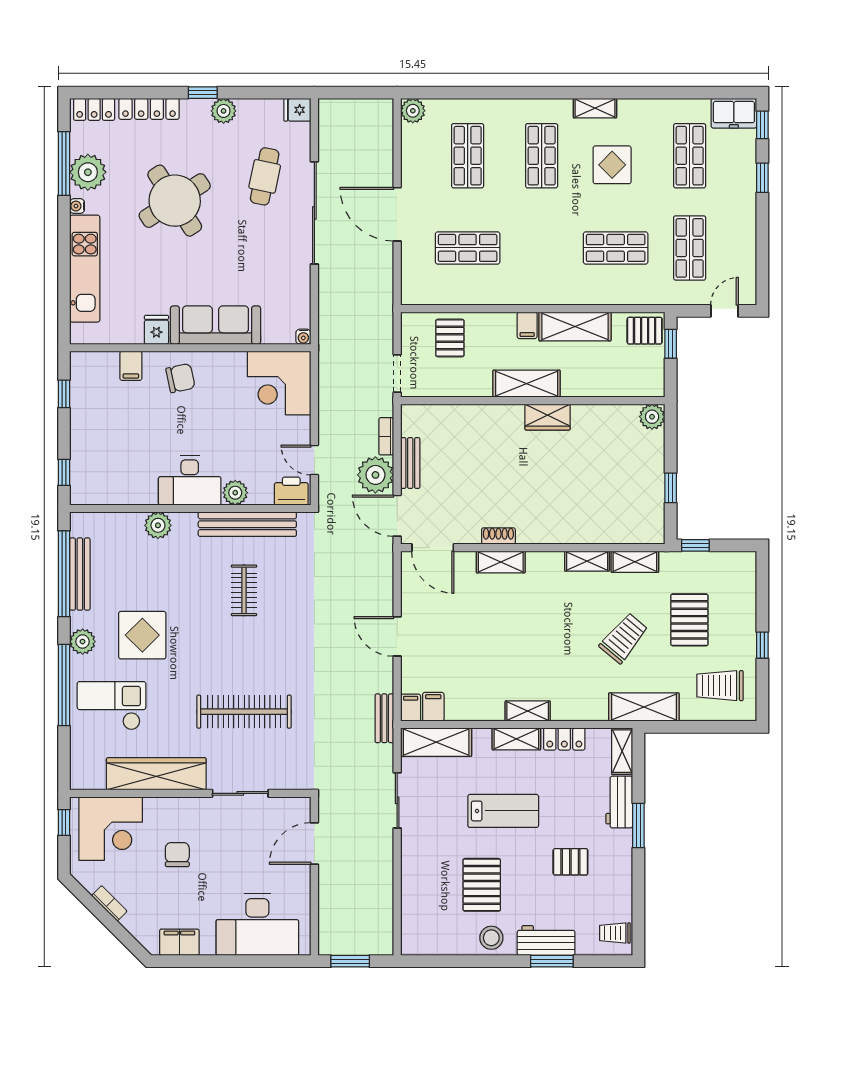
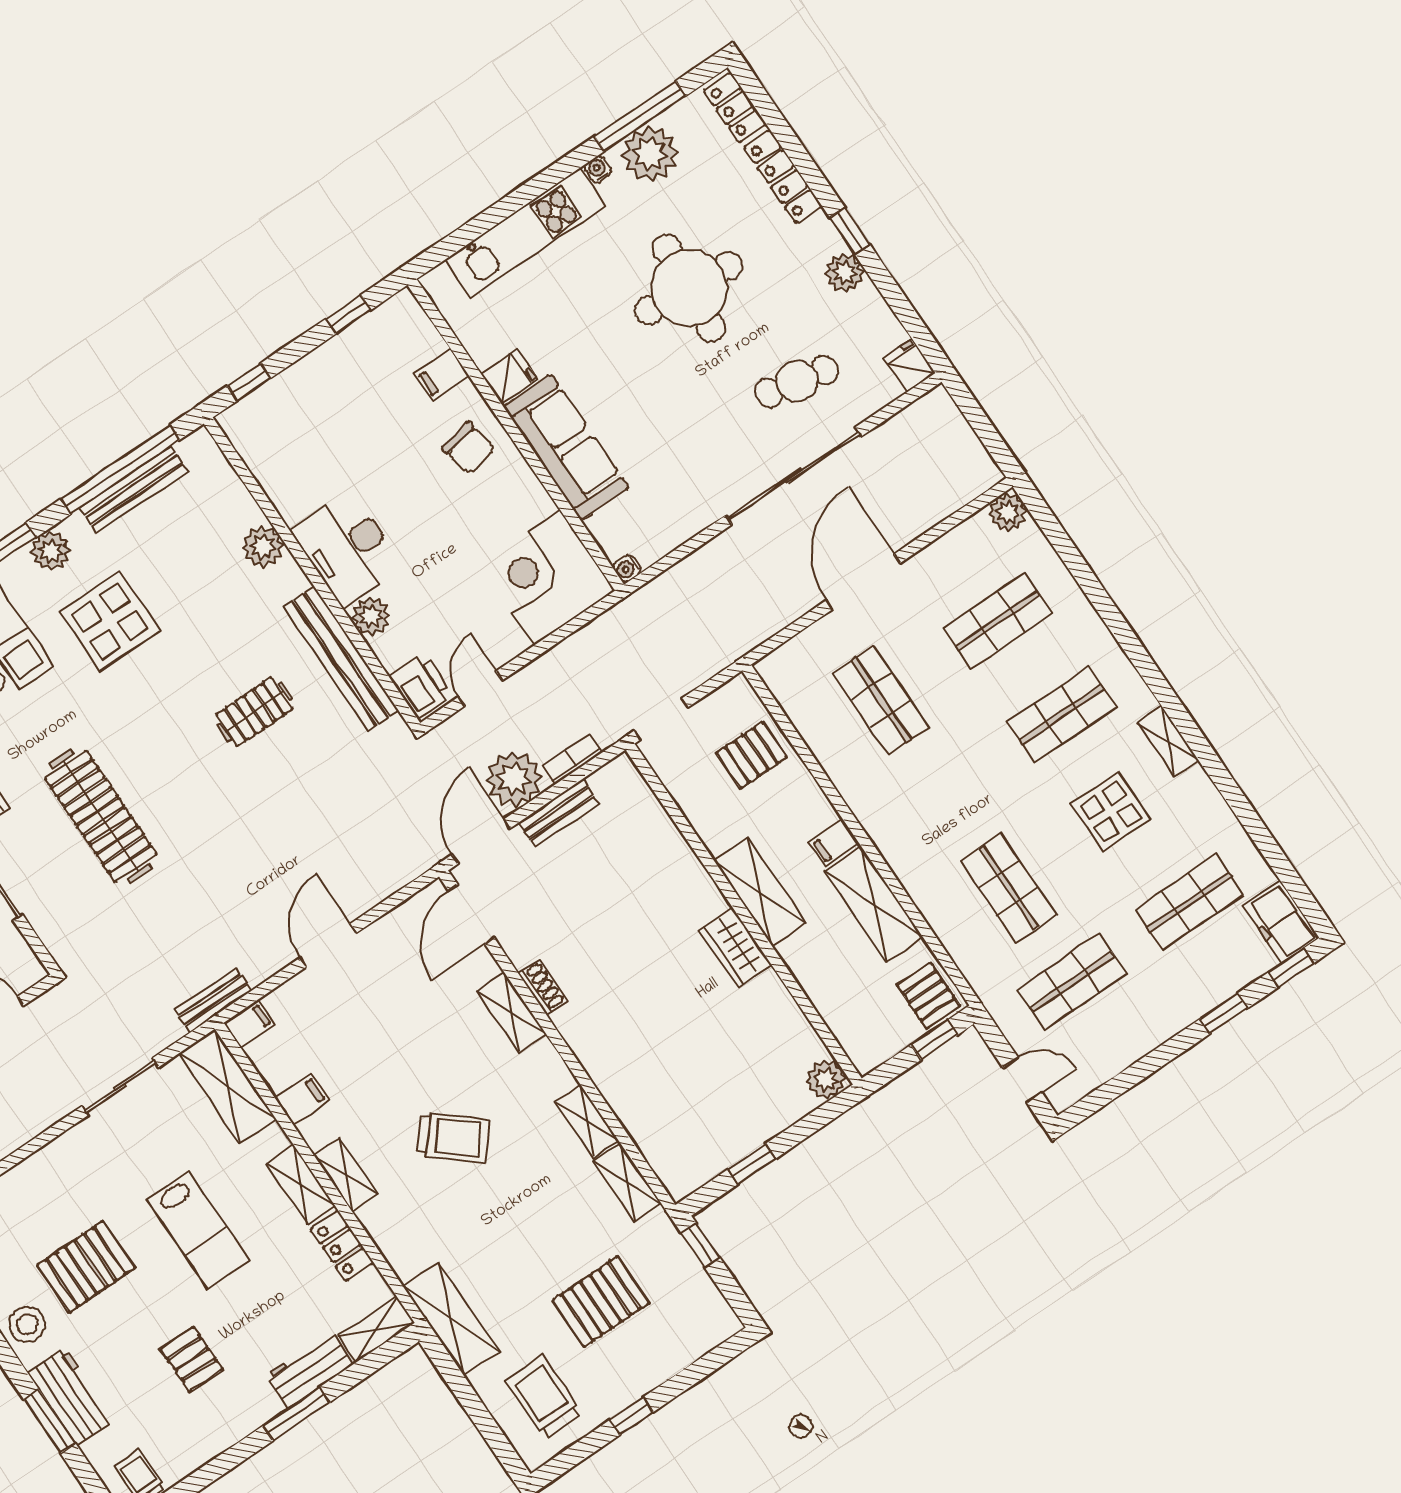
round table: (175, 201) -> (689, 288), turned 38
trolley: (624, 638) -> (453, 1137), moved
filing cabinet: (433, 707) -> (302, 1099), moved

